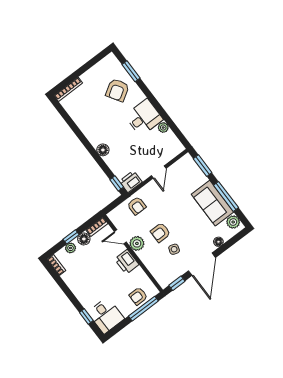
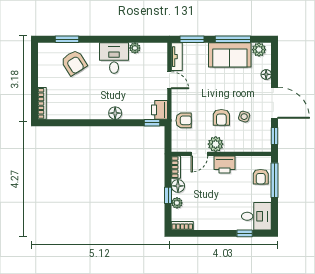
tv unit: (181, 164) -> (177, 57), added

